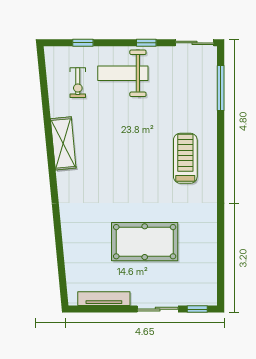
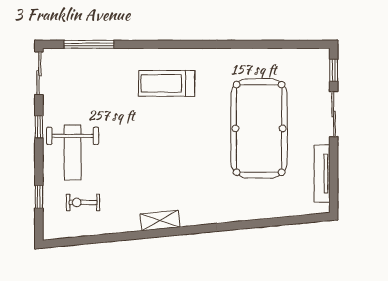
exercise bike: (78, 83) -> (83, 202), turned 180
shelving: (63, 143) -> (160, 220), width x0.67, depth x0.75
pool table: (145, 242) -> (259, 128), width x1.36, depth x1.32

